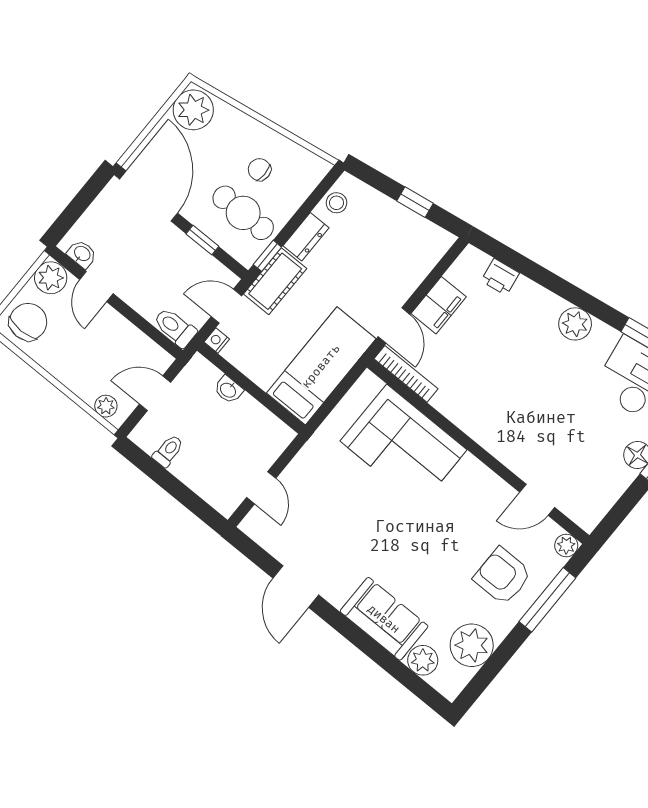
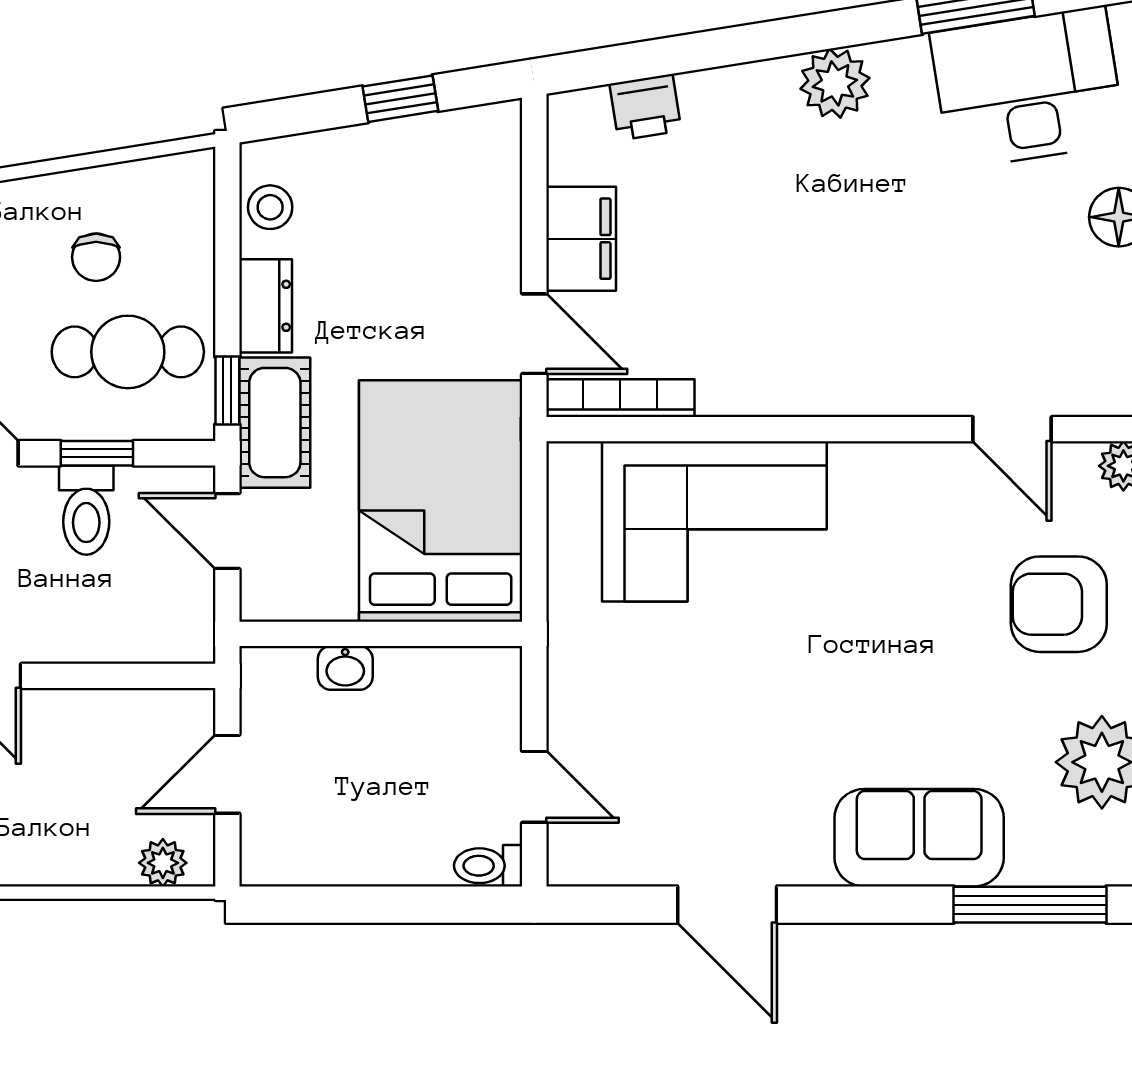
chair: (259, 170) -> (96, 257), turned -90
door: (226, 306) -> (227, 531), hinge flipped
toilet: (175, 327) -> (86, 510), moved, turned -90
nightstand: (217, 341) -> (259, 601), removed
bed: (321, 366) -> (441, 501), width x1.50
toilet: (168, 451) -> (488, 866), moved, turned -90
door: (537, 500) -> (1012, 429), hinge flipped
plant: (423, 660) -> (1041, 854), removed
window: (404, 675) -> (1030, 905), added

